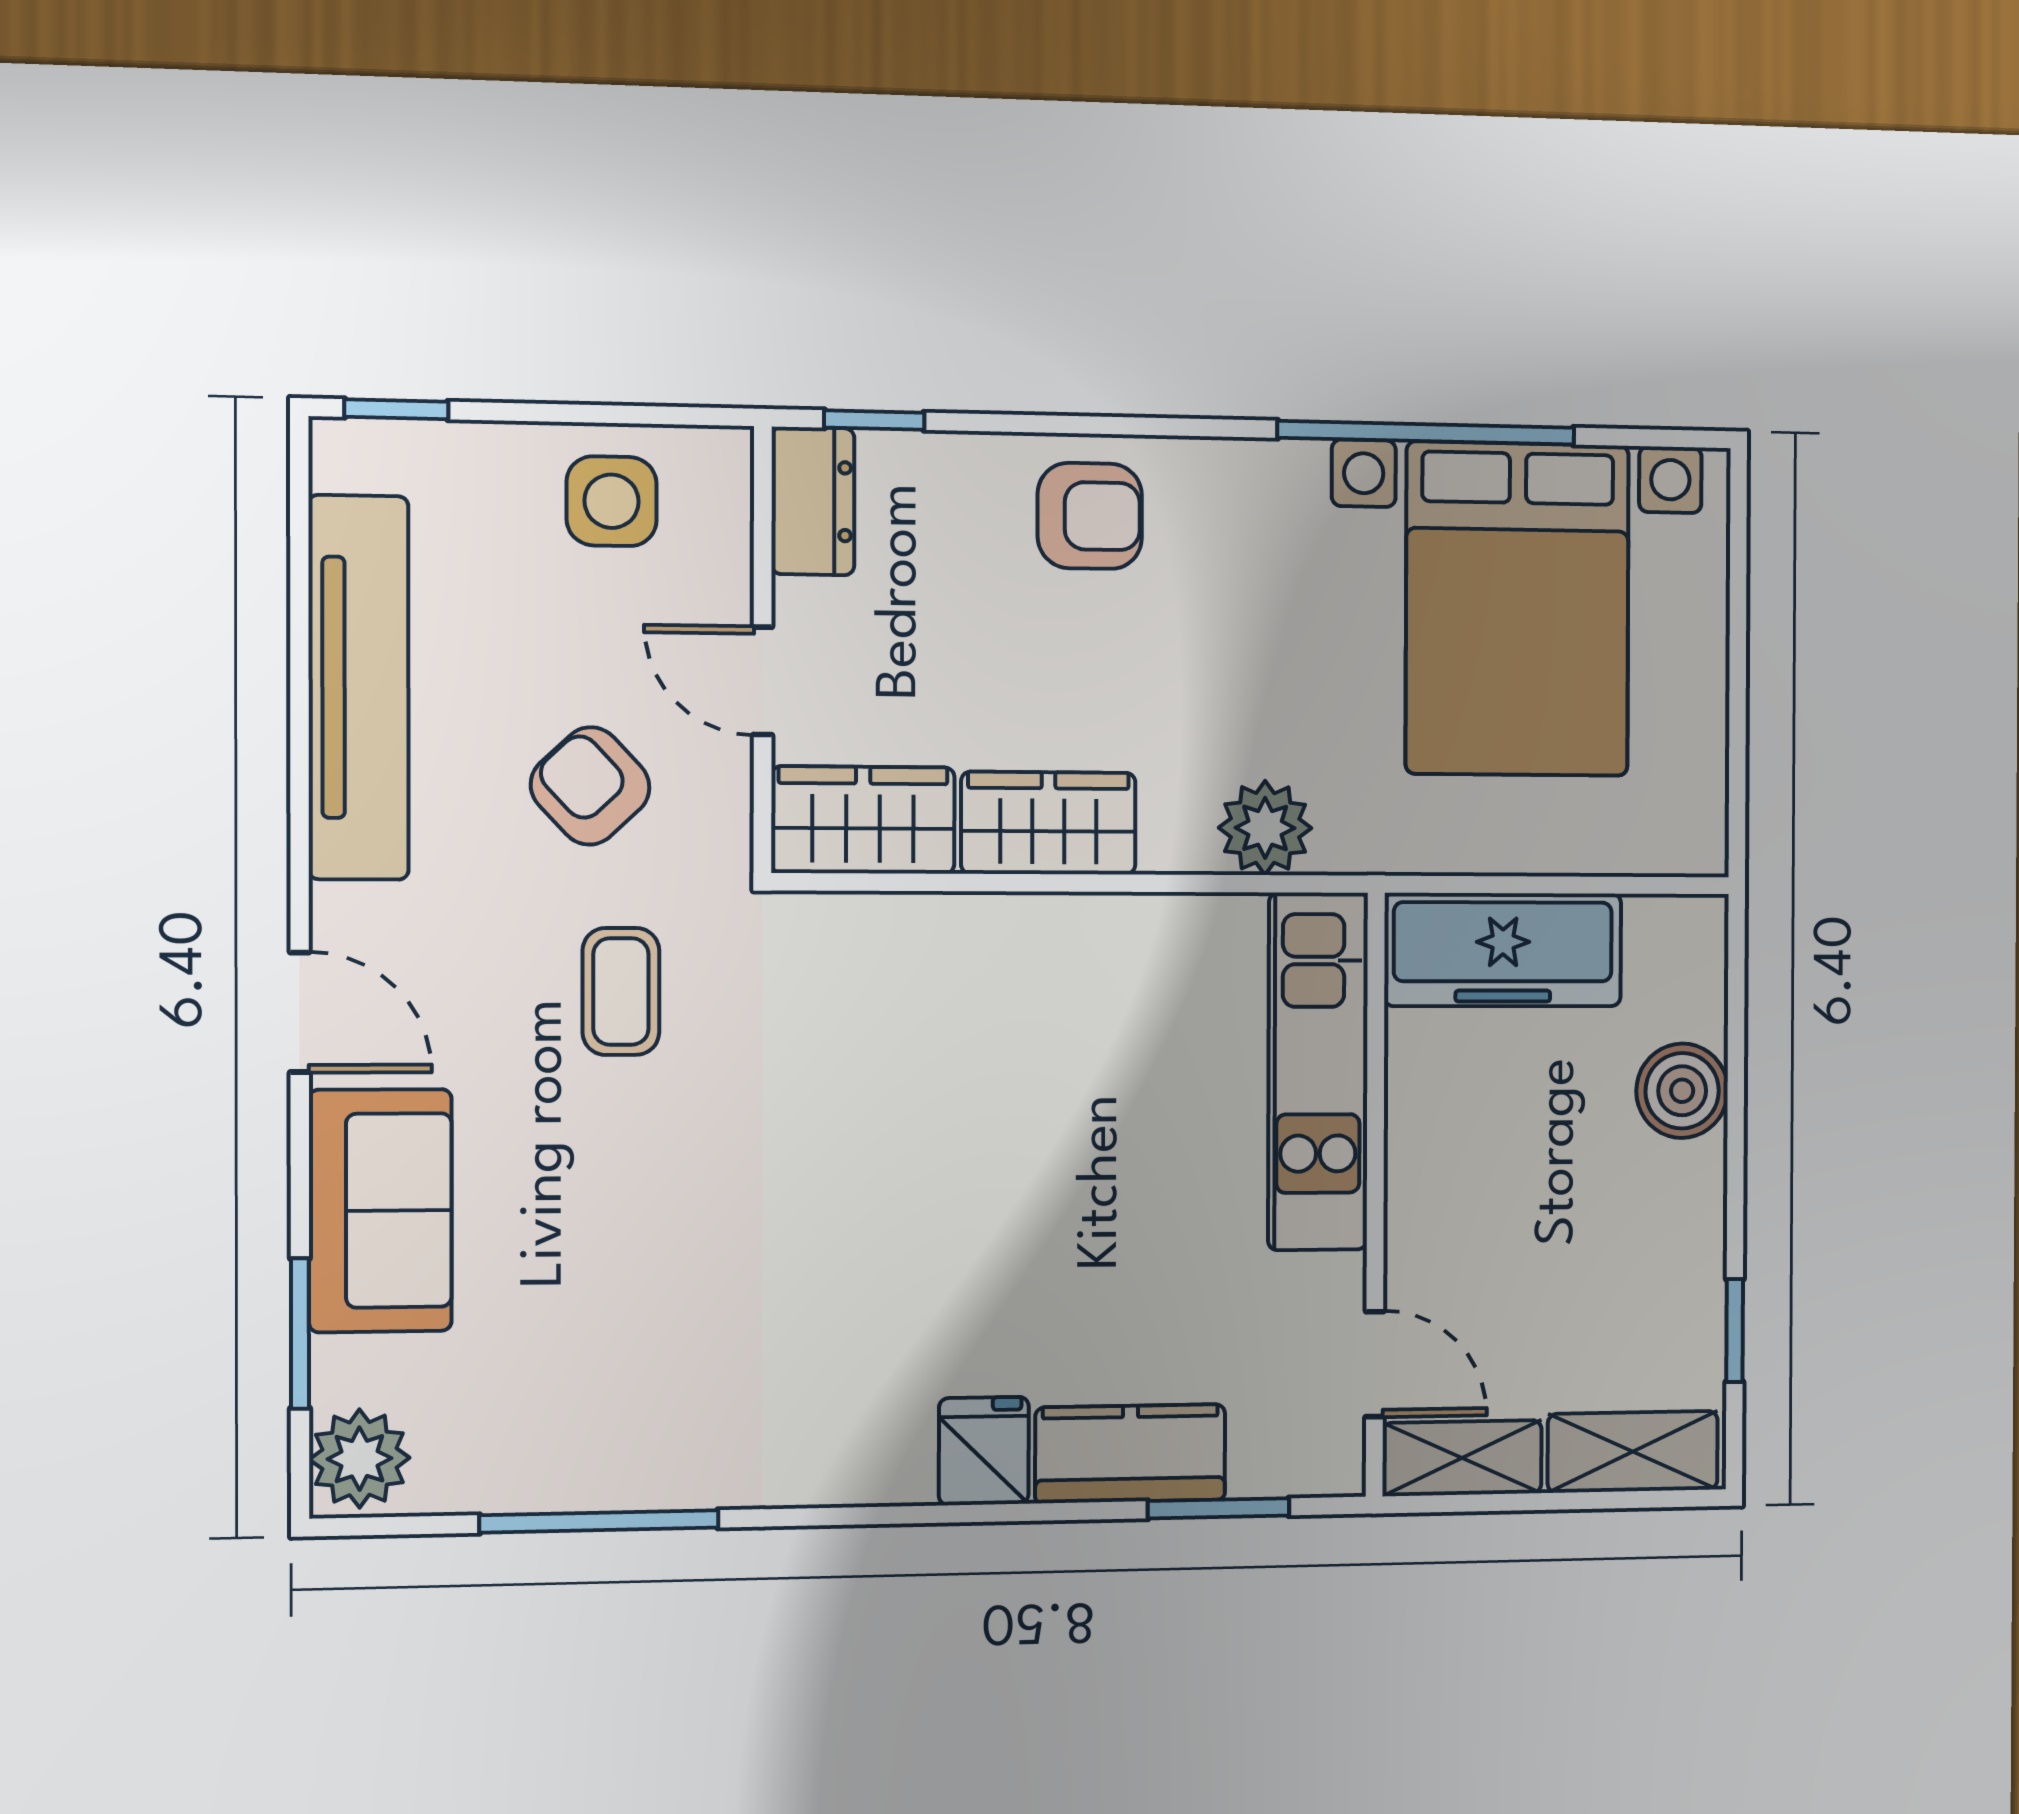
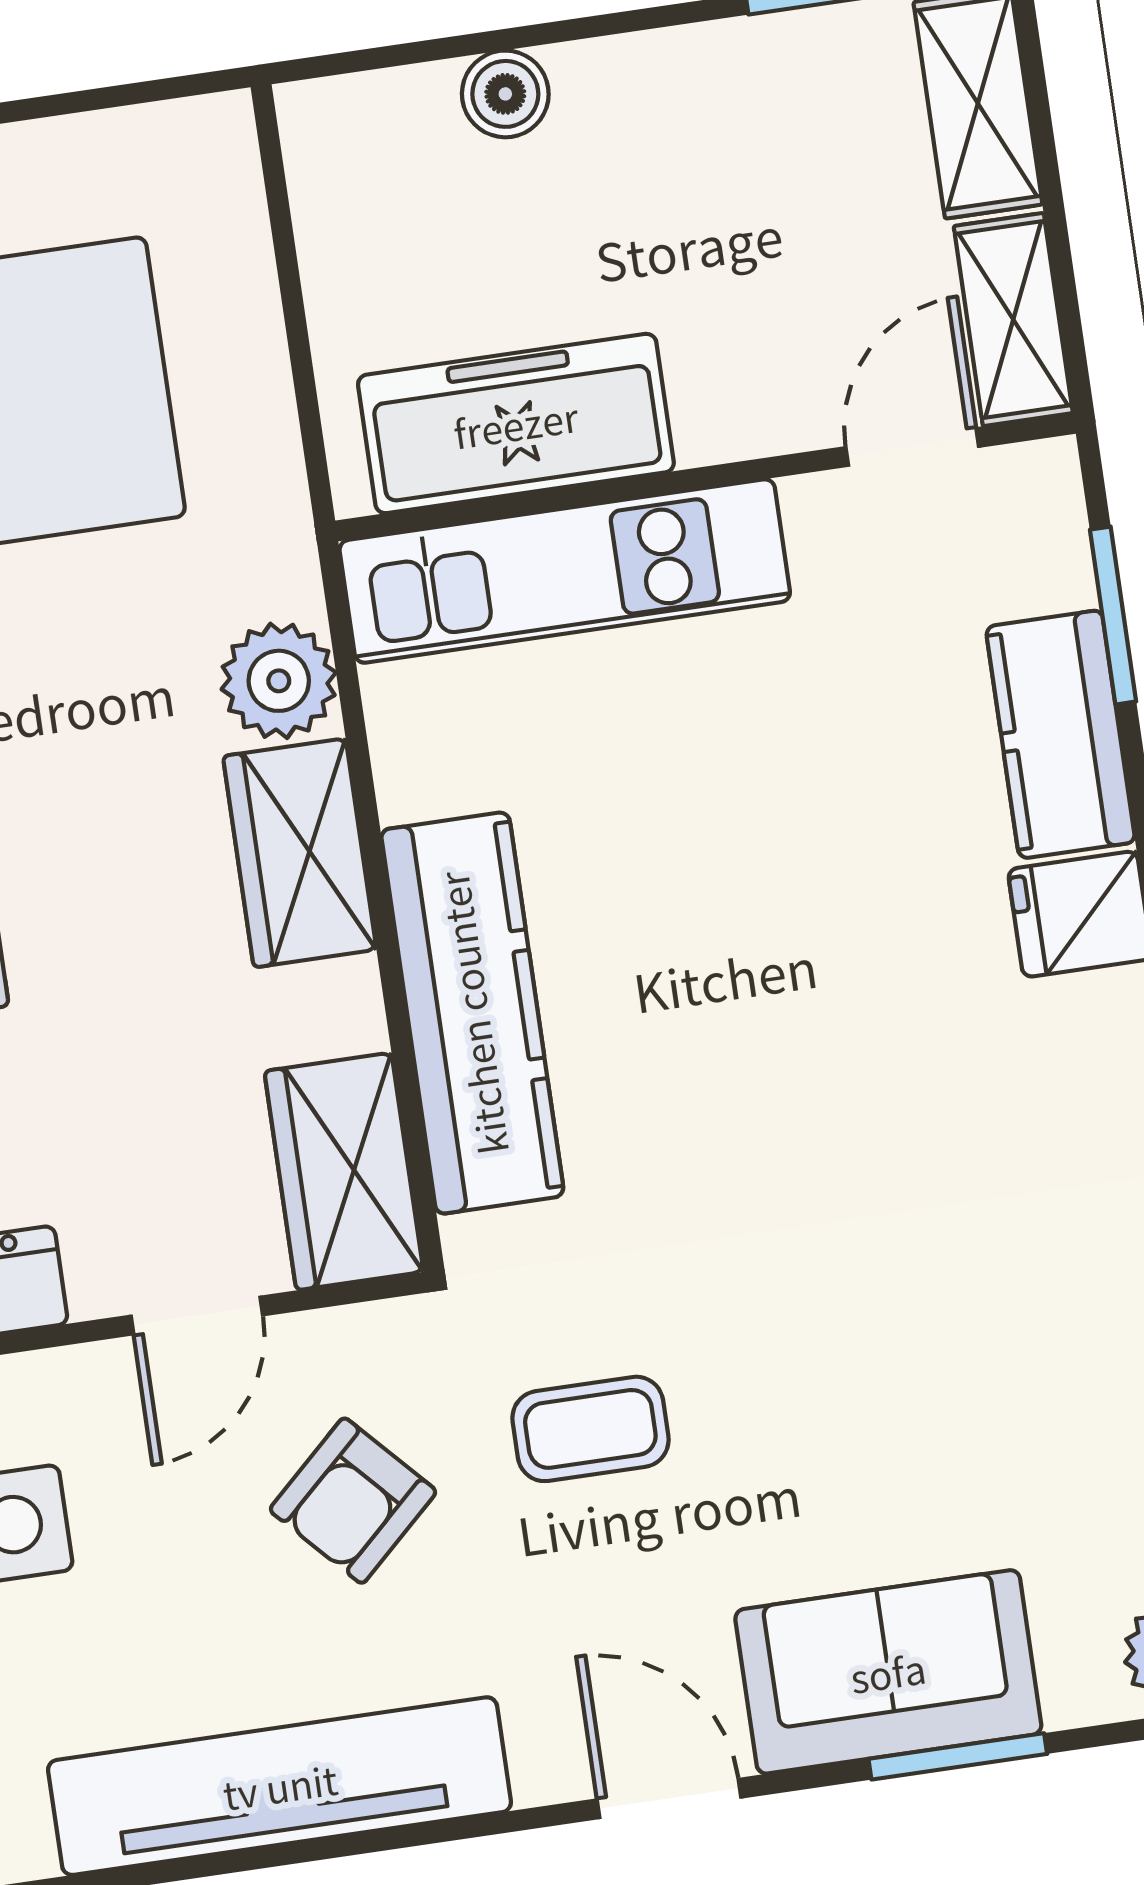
wardrobe: (1048, 823) -> (300, 853), moved
kitchen counter: (976, 945) -> (472, 1013), added
freezer: (1503, 950) -> (516, 424), moved, turned -90
door: (300, 1012) -> (669, 1799), hinge flipped
boiler: (1682, 1091) -> (505, 94), width x0.73, depth x0.73
window: (300, 1333) -> (958, 1756), moved

